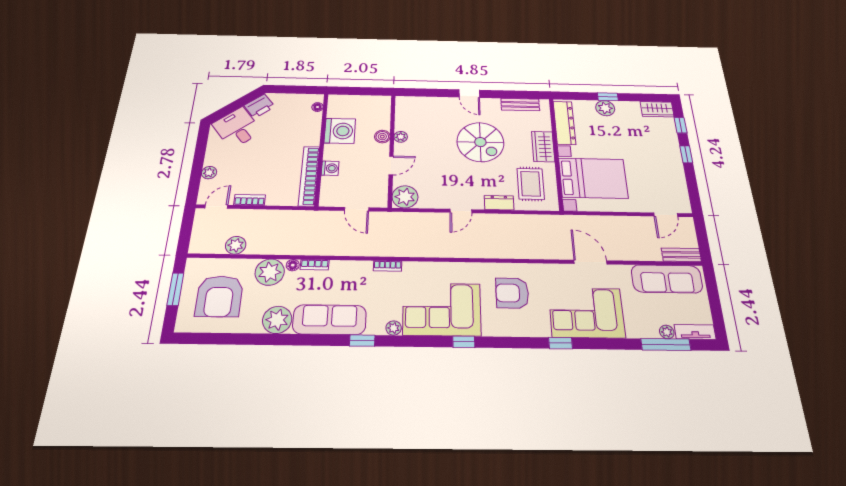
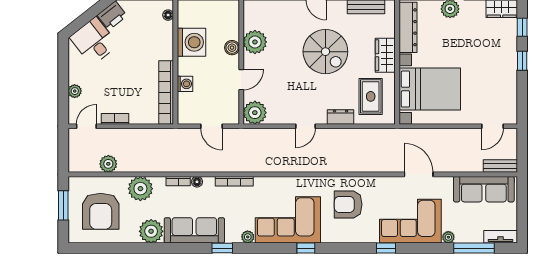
plant: (401, 137) -> (255, 42), width x1.88, depth x1.88
floor lamp: (293, 265) -> (197, 182), moved
bookcase: (388, 266) -> (234, 181), width x1.56
plant: (667, 332) -> (448, 237), moved

